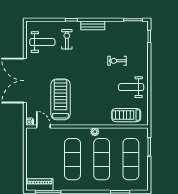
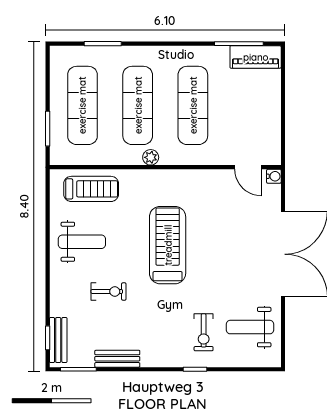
bench: (93, 25) -> (117, 359), moved
bench: (144, 35) -> (58, 340), added
treadmill: (61, 99) -> (168, 245), moved, turned 180

